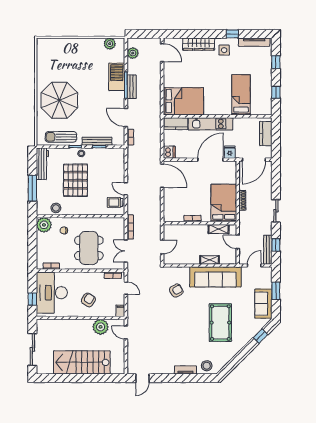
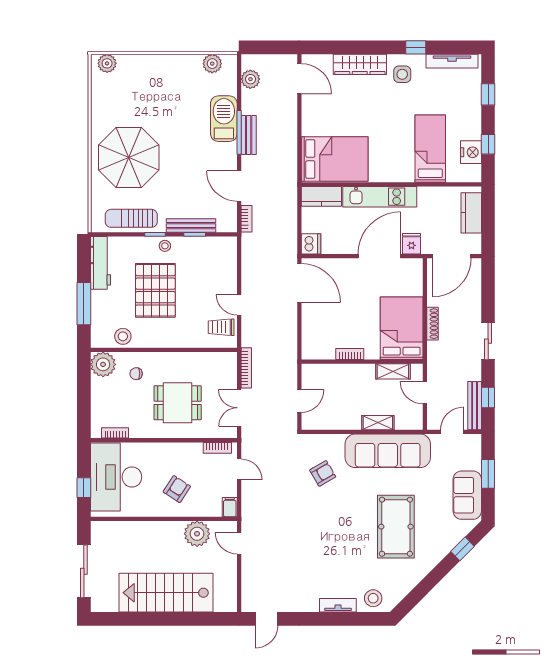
plant: (46, 44) -> (107, 63), added
nightstand: (266, 97) -> (471, 152), added
dining table: (89, 248) -> (178, 403), width x0.73

